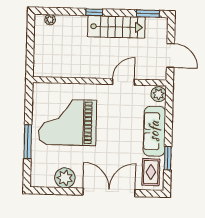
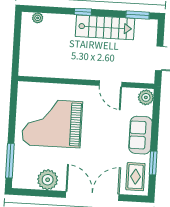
door: (123, 82) -> (110, 84), swing flipped
sofa: (154, 131) -> (140, 135), width x0.73
window: (28, 142) -> (10, 161), moved

